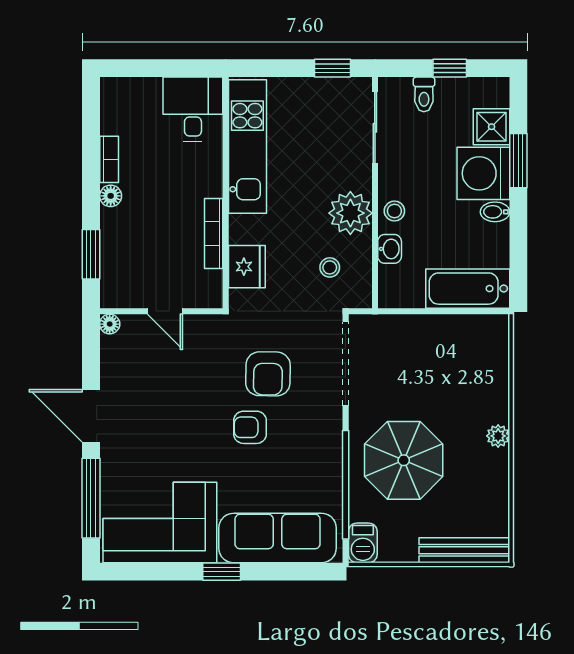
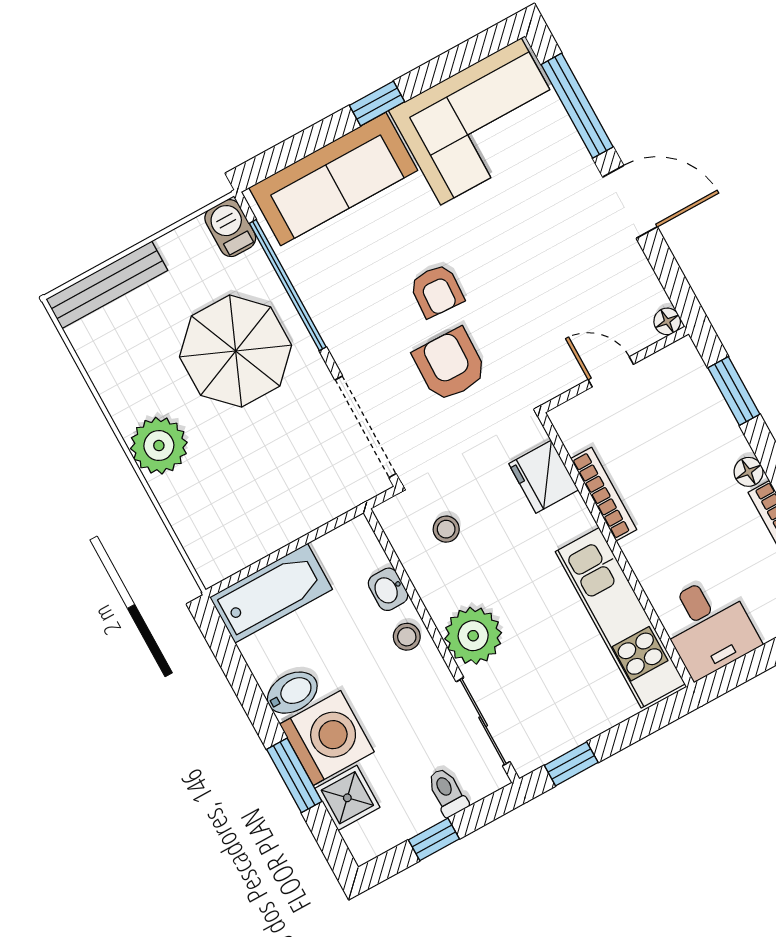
bidet: (495, 212) -> (292, 693), width x1.38, depth x1.36
plant: (350, 213) -> (473, 636), moved
armchair: (250, 427) -> (437, 291), turned 93
plant: (498, 436) -> (159, 446), width x1.87, depth x1.87

